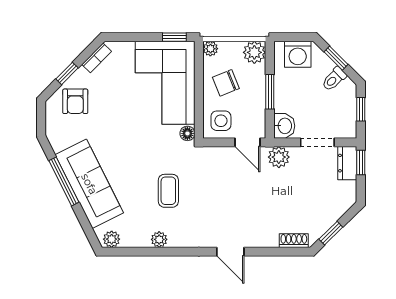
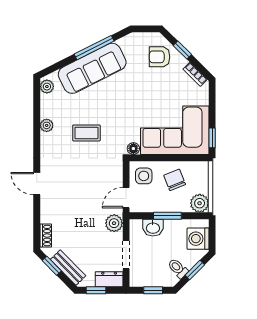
plant: (210, 49) -> (203, 167), removed
washbasin: (284, 126) -> (153, 228), moved
window: (361, 163) -> (96, 290), moved
bench: (333, 213) -> (68, 268), added
door: (230, 252) -> (37, 184), hinge flipped

